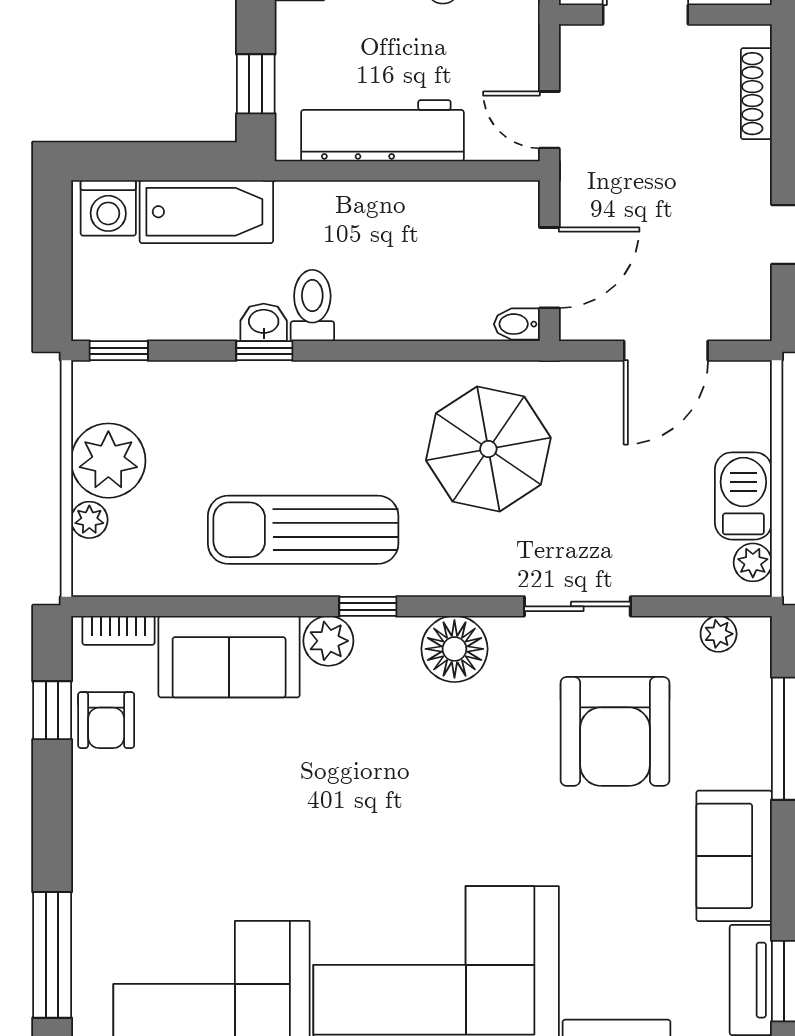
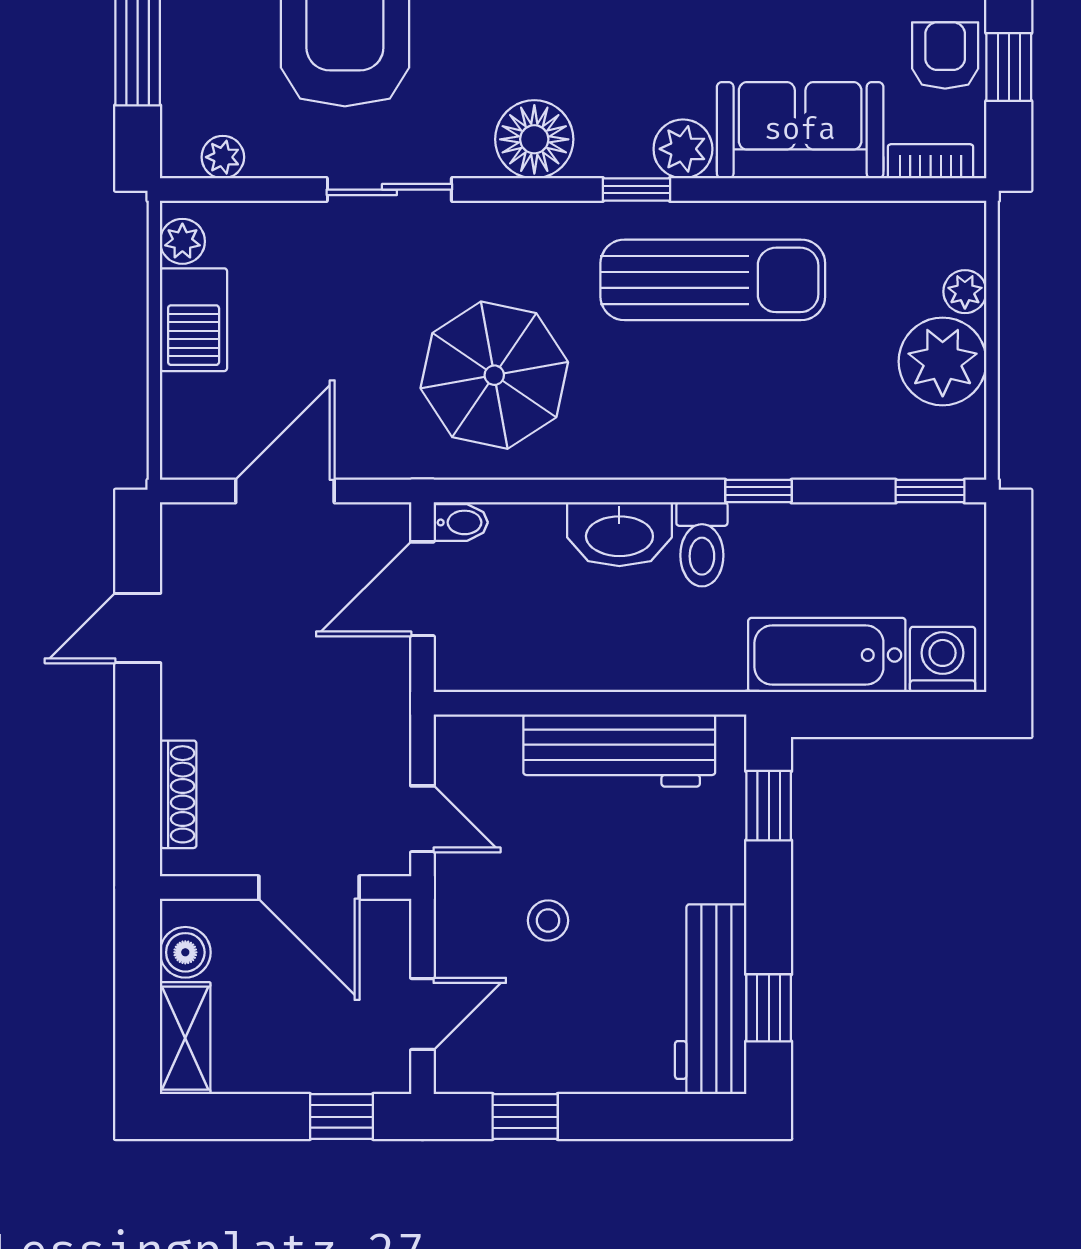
door: (549, 120) -> (422, 819), moved
washbasin: (264, 322) -> (619, 534), moved, width x1.91, depth x1.45

